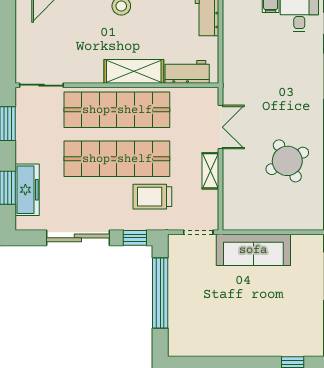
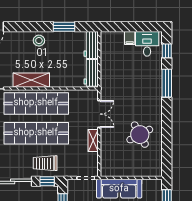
shelving: (134, 71) -> (31, 80), moved
workbench: (187, 72) -> (91, 73), moved, turned -90
trolley: (152, 197) -> (45, 163), moved

